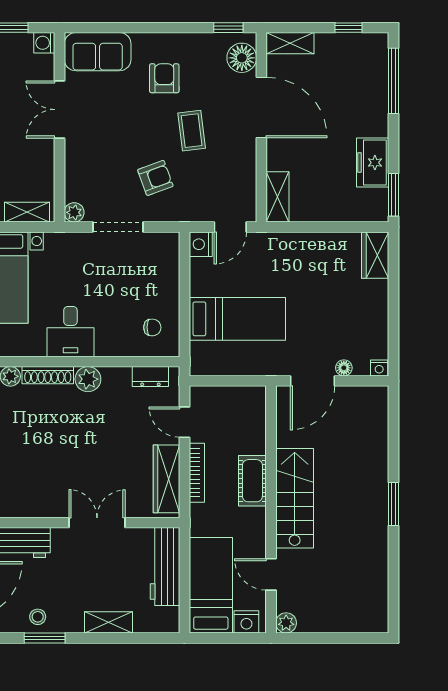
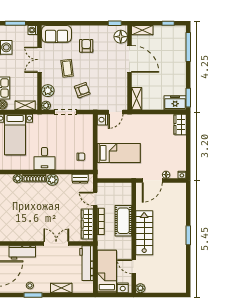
coffee table: (192, 131) -> (67, 68), moved
freezer: (373, 163) -> (175, 103), moved, turned 90
plant: (78, 179) -> (48, 91), added
cot: (252, 481) -> (123, 221), width x1.37, depth x1.34

